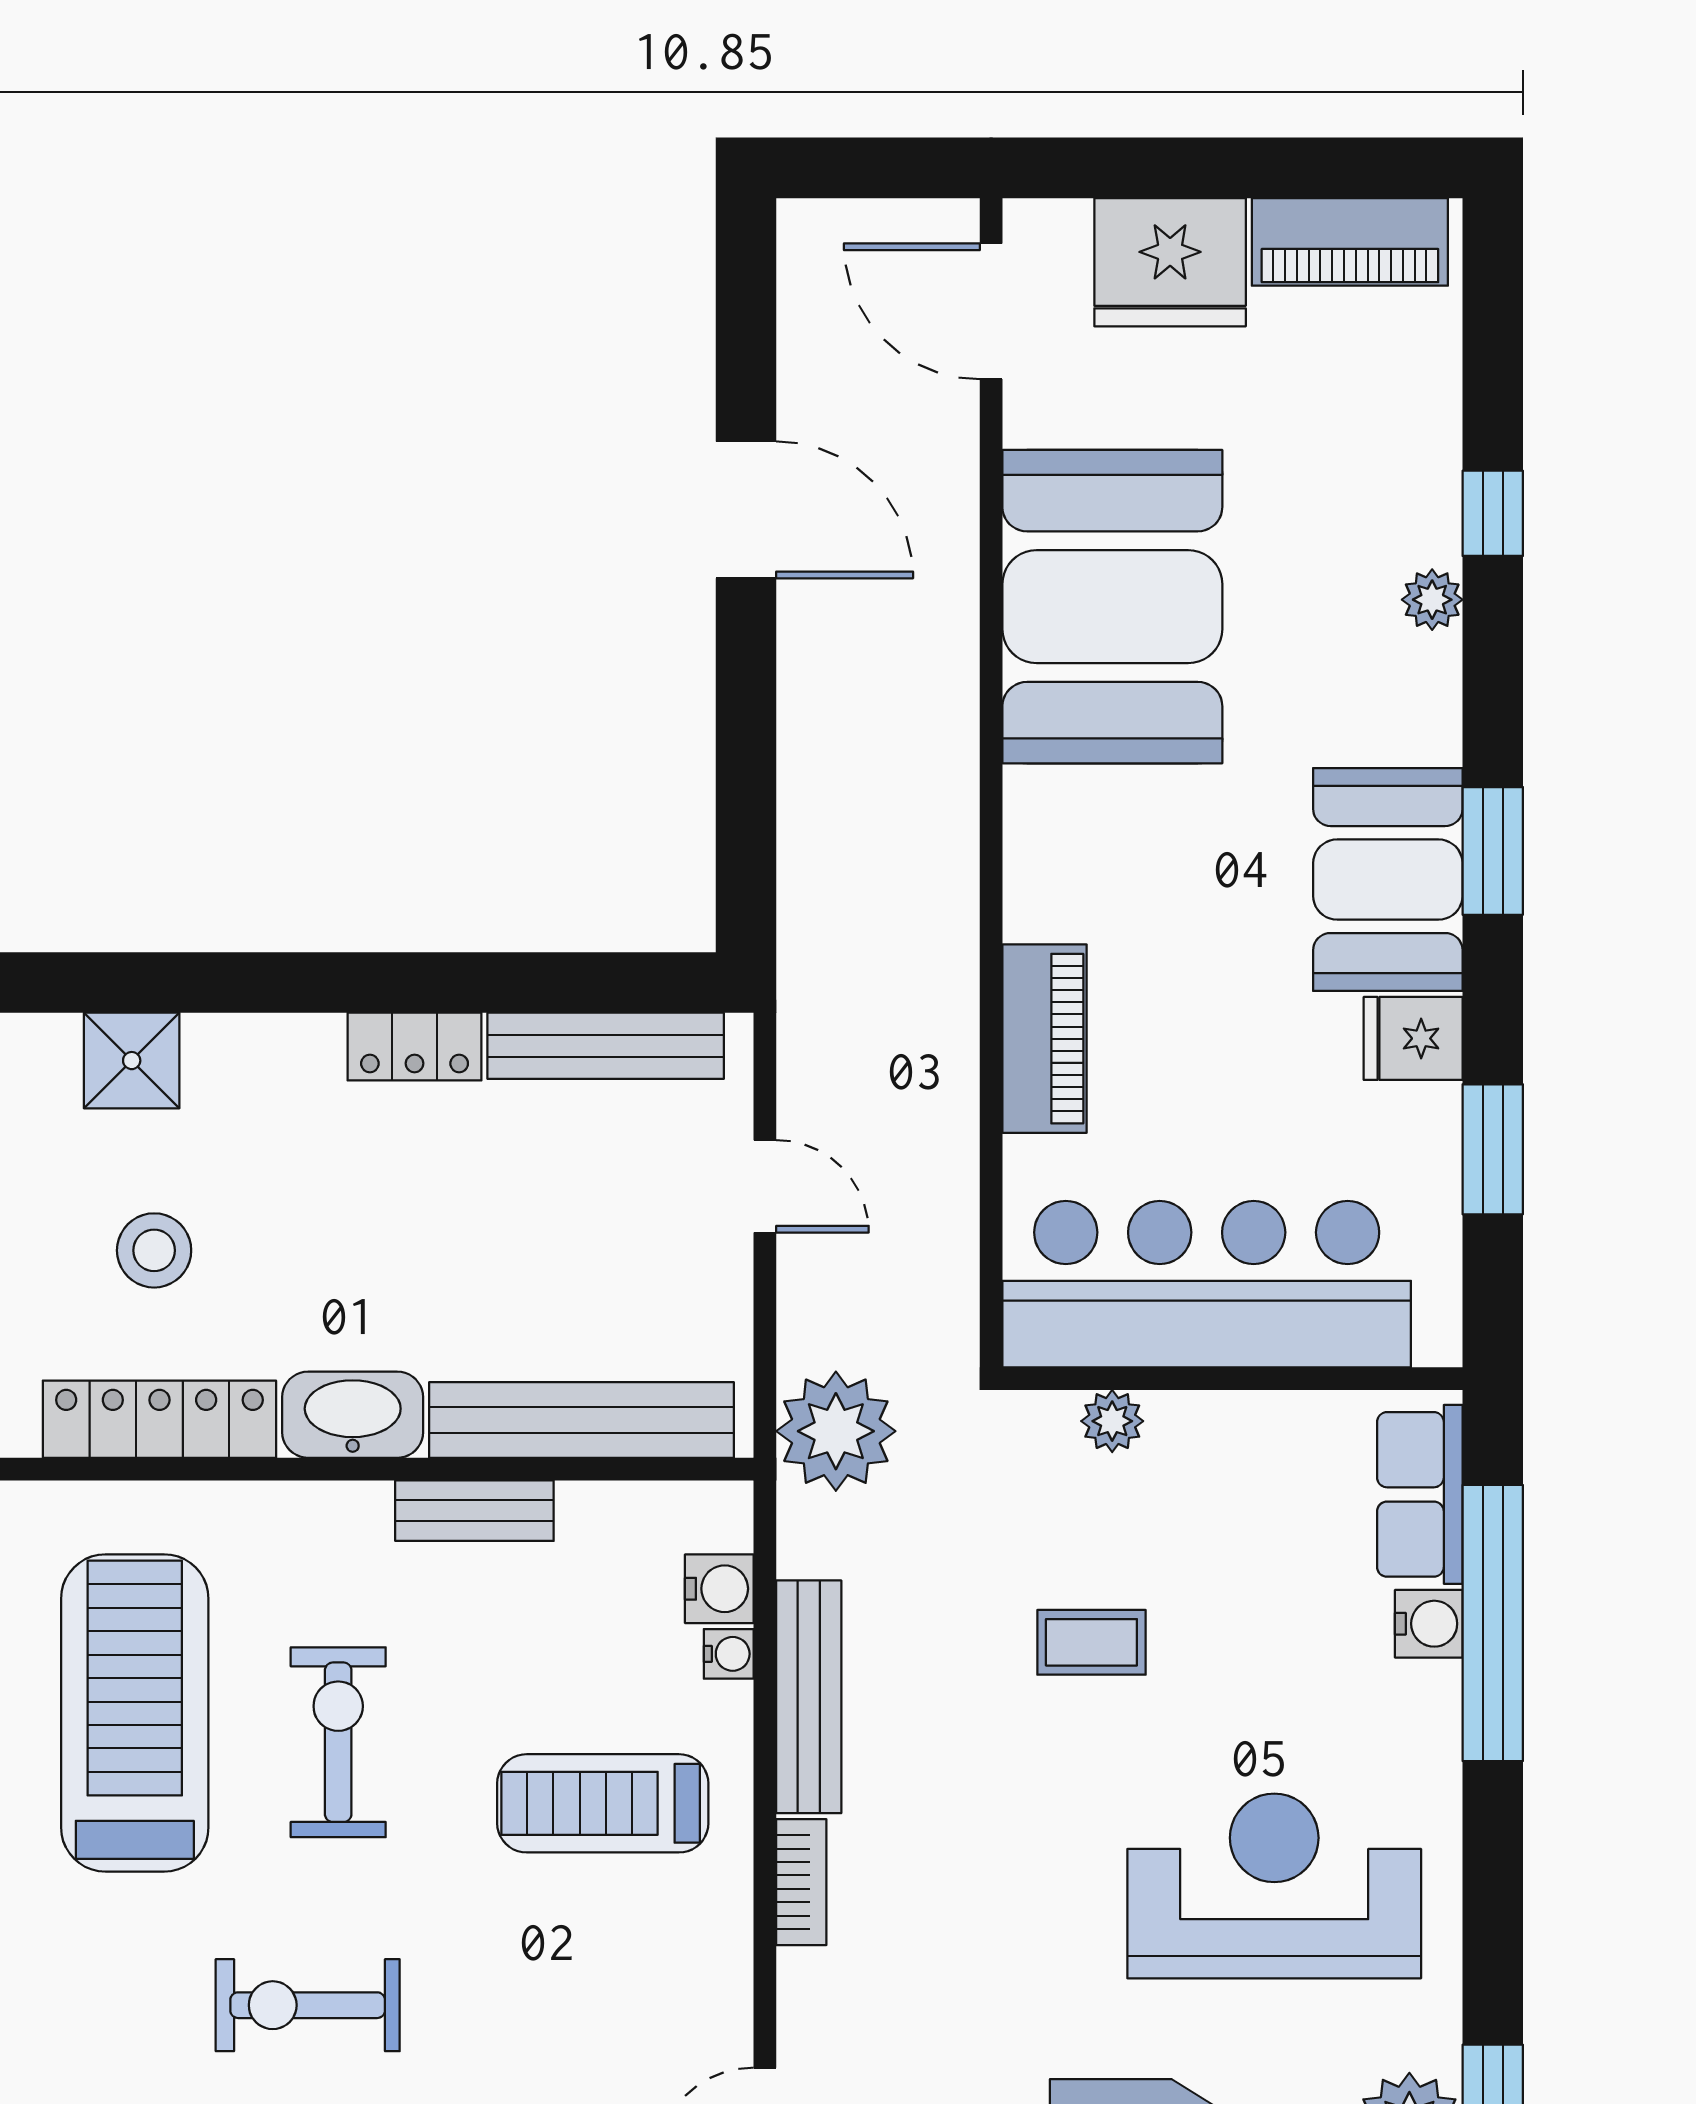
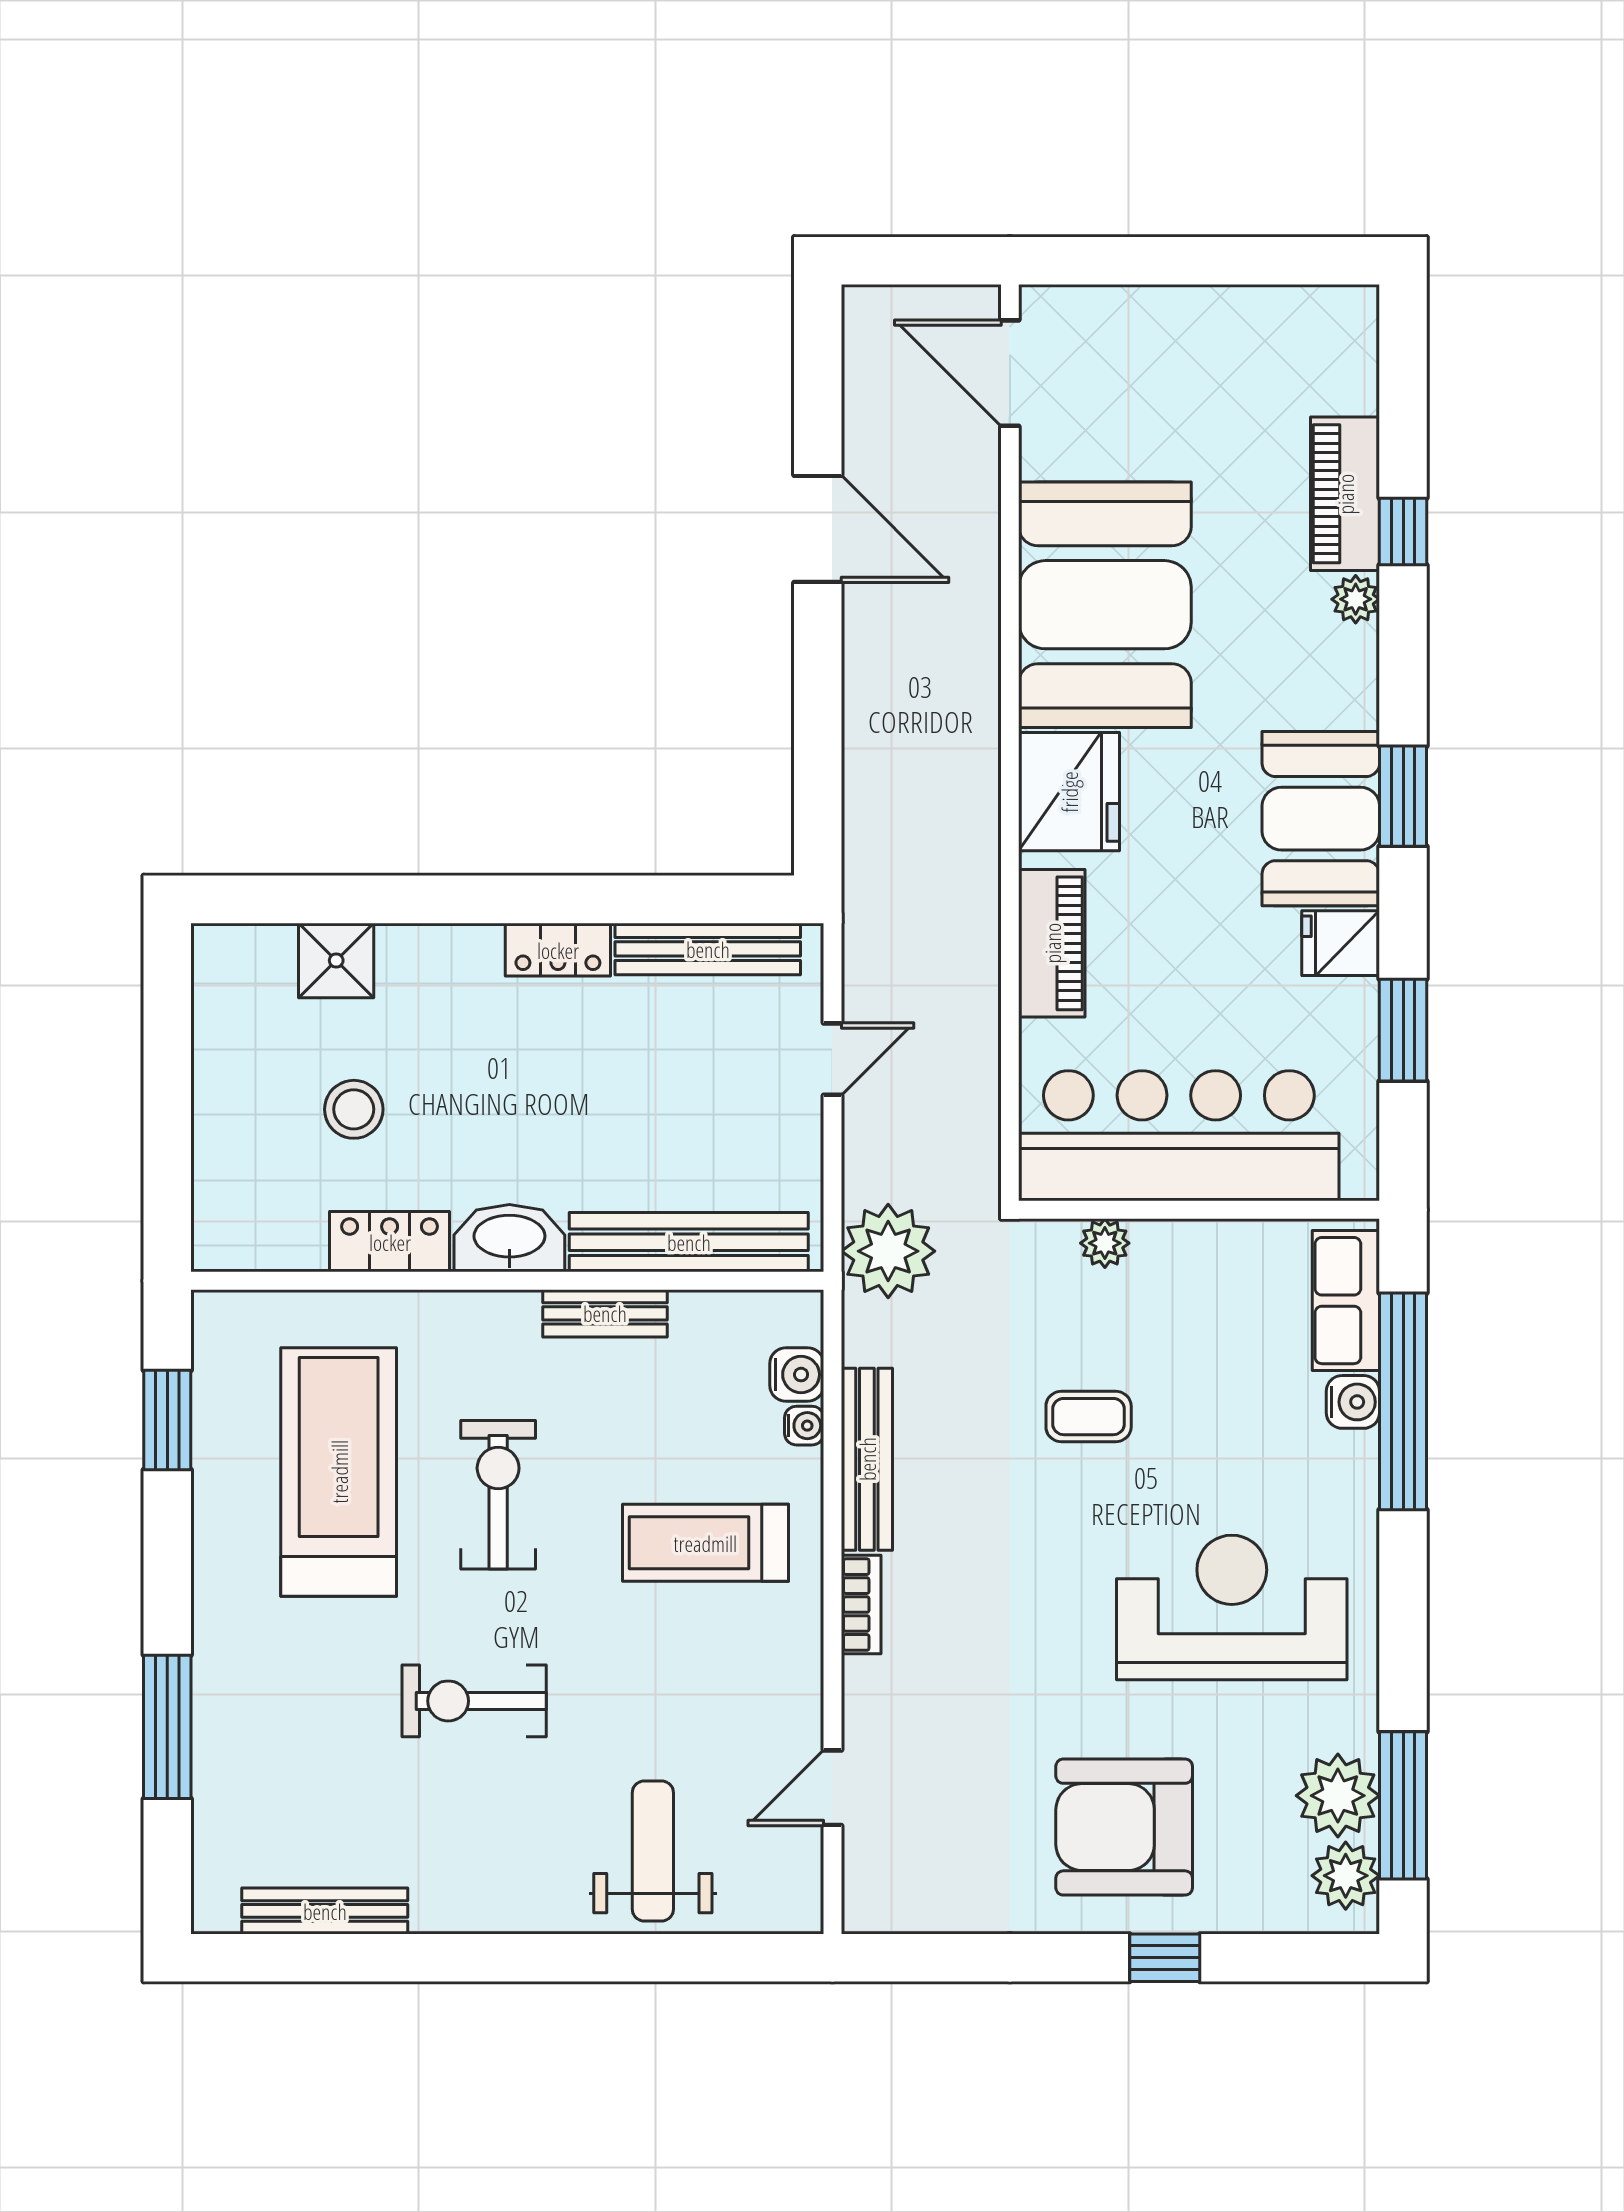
piano: (1350, 242) -> (1345, 494), moved, turned 90
fridge: (1170, 262) -> (1069, 792), moved, turned -90
door: (765, 1186) -> (832, 1059), hinge flipped
locker: (159, 1419) -> (390, 1242), width x0.66

